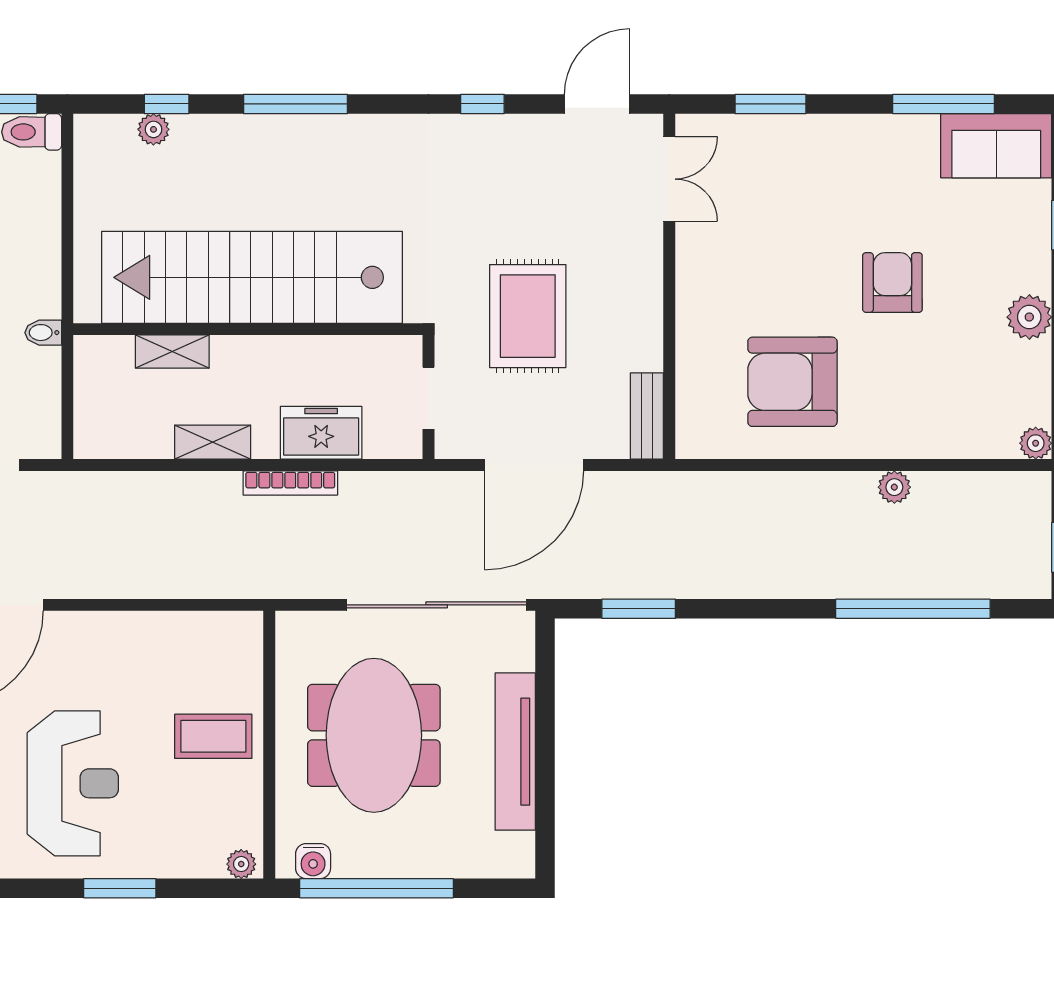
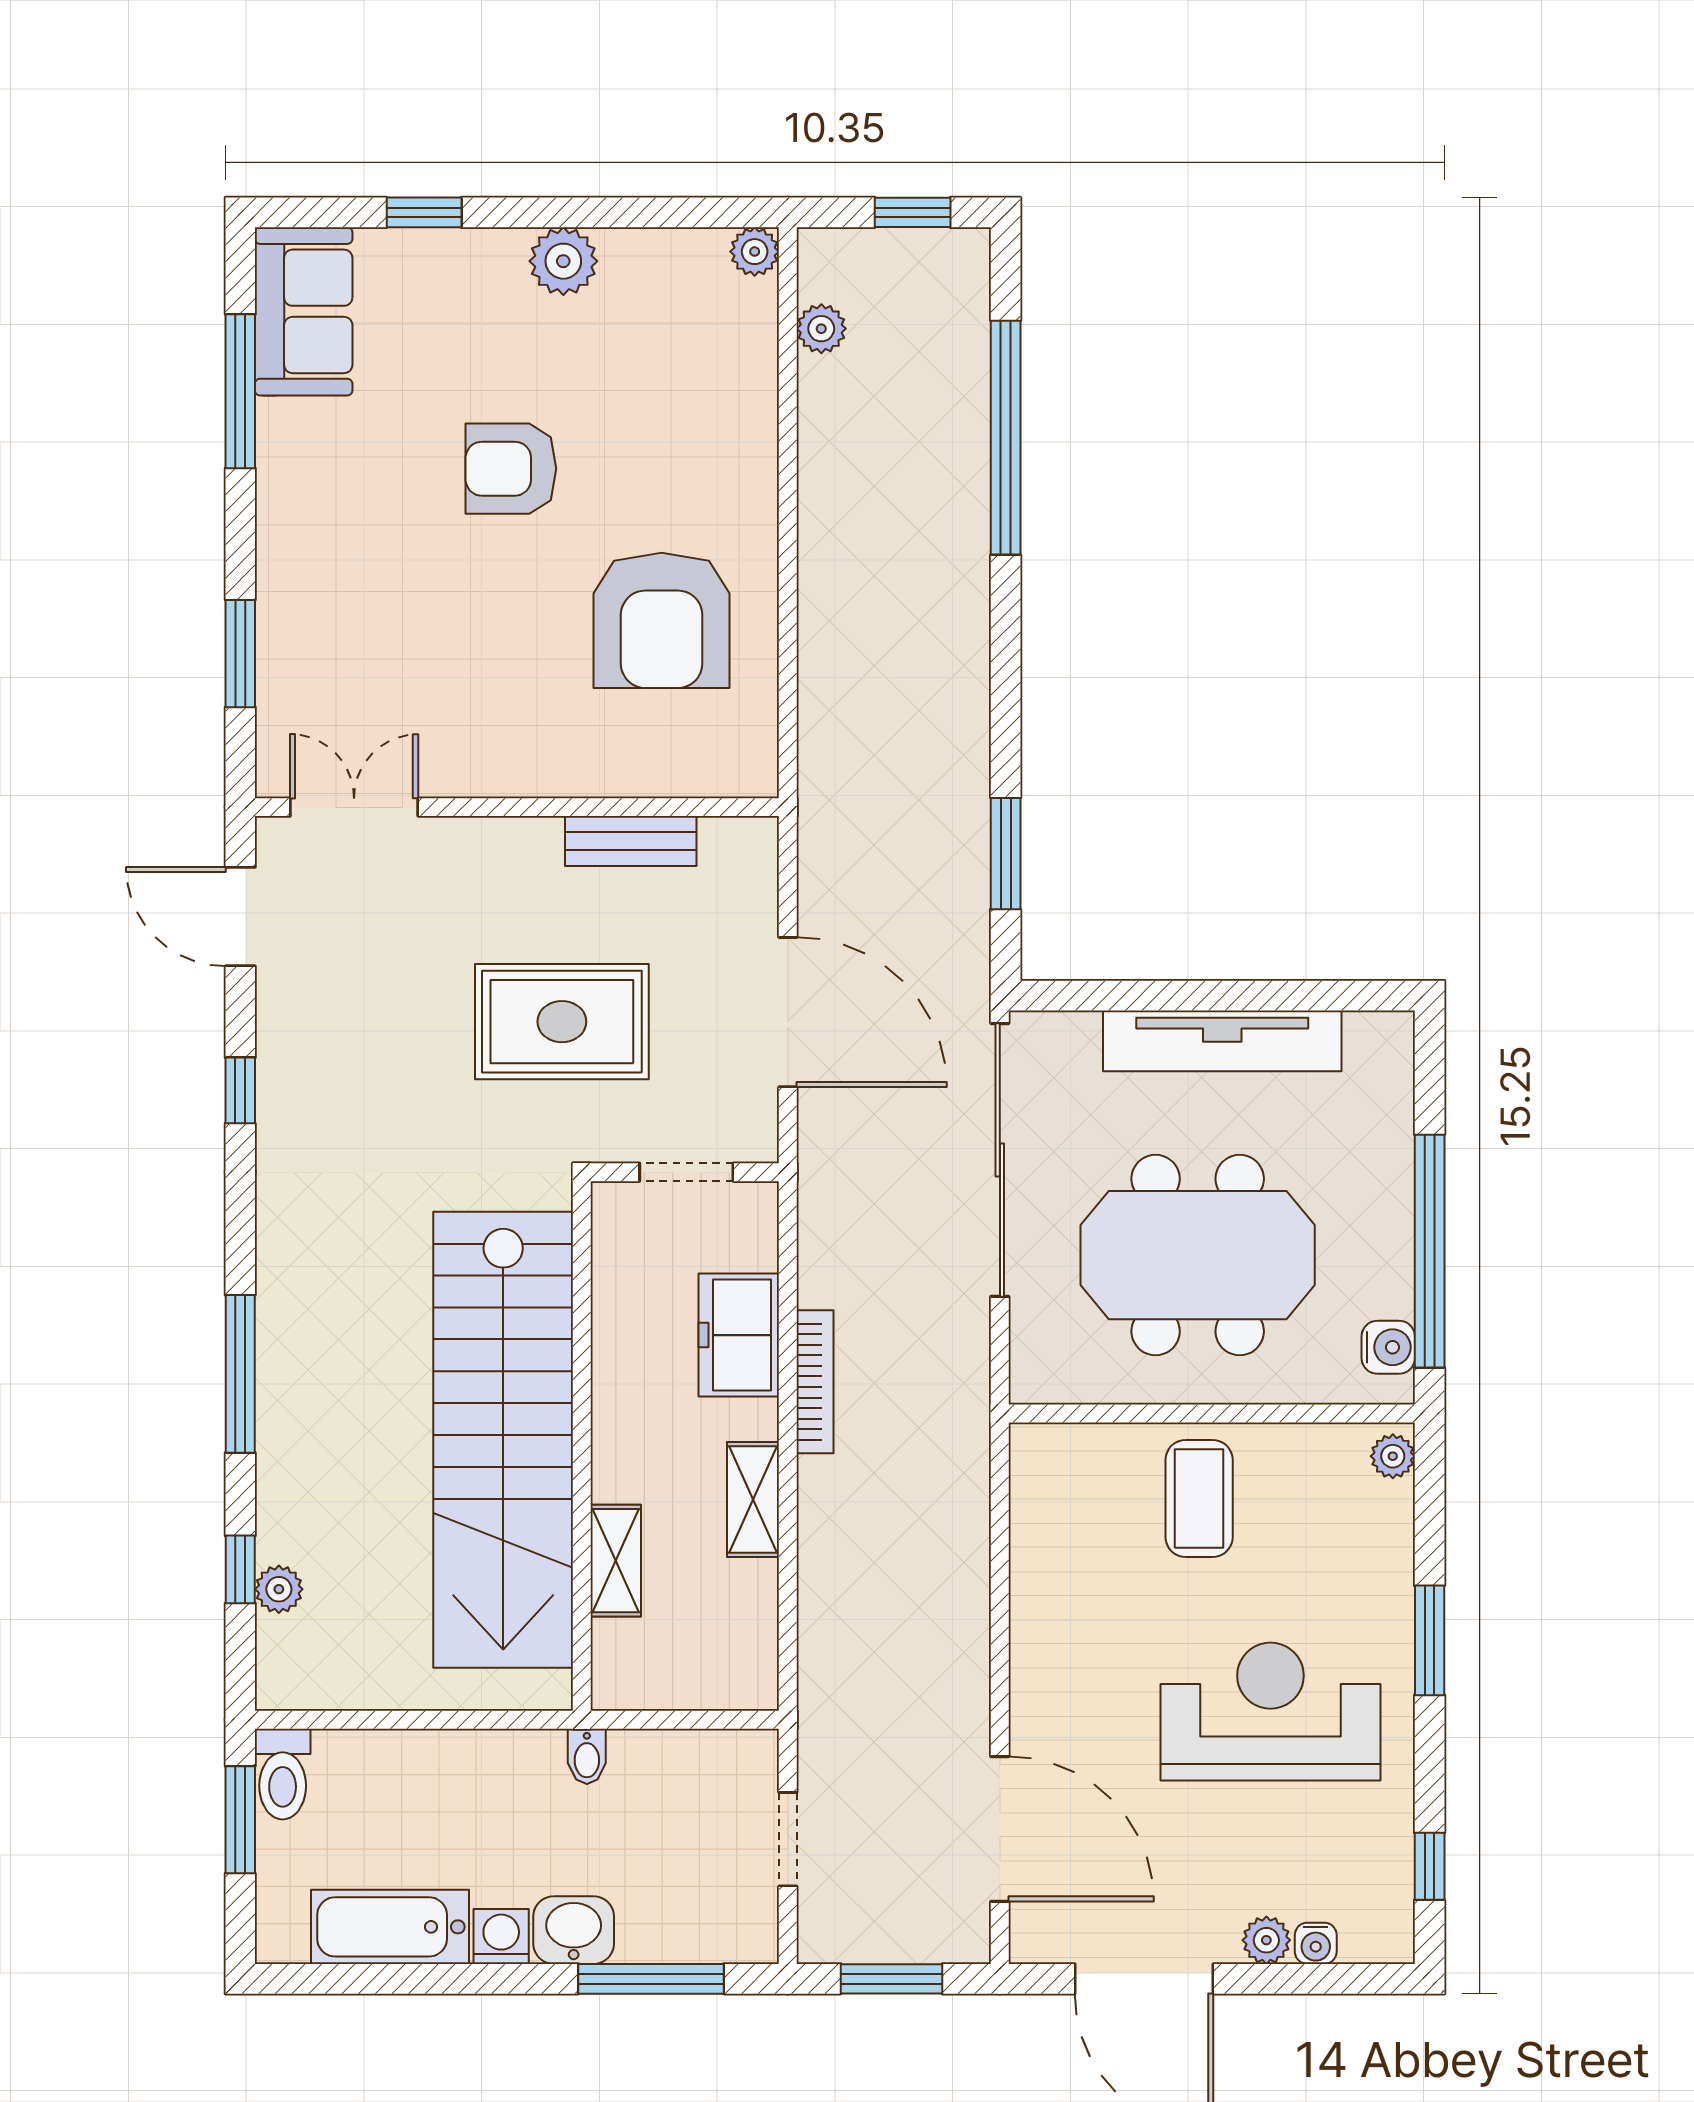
bench: (647, 416) -> (631, 841), moved
plant: (894, 487) -> (821, 329), moved

